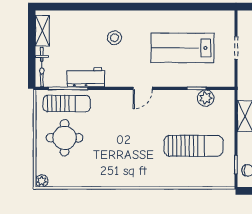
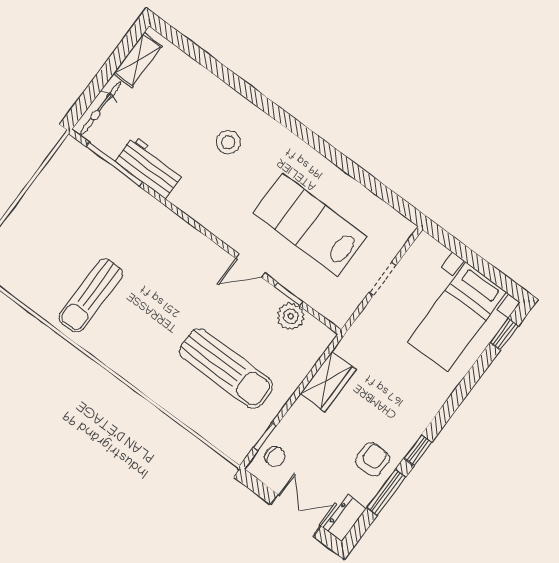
door: (143, 88) -> (250, 266), moved
sun lounger: (67, 104) -> (91, 295), moved, turned 90
round table: (65, 138) -> (60, 228), removed

